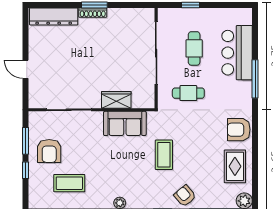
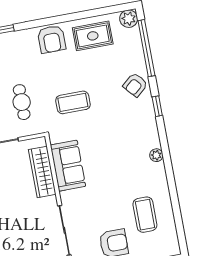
wardrobe: (116, 100) -> (42, 172), width x1.50
coffee table: (164, 155) -> (73, 102), moved

